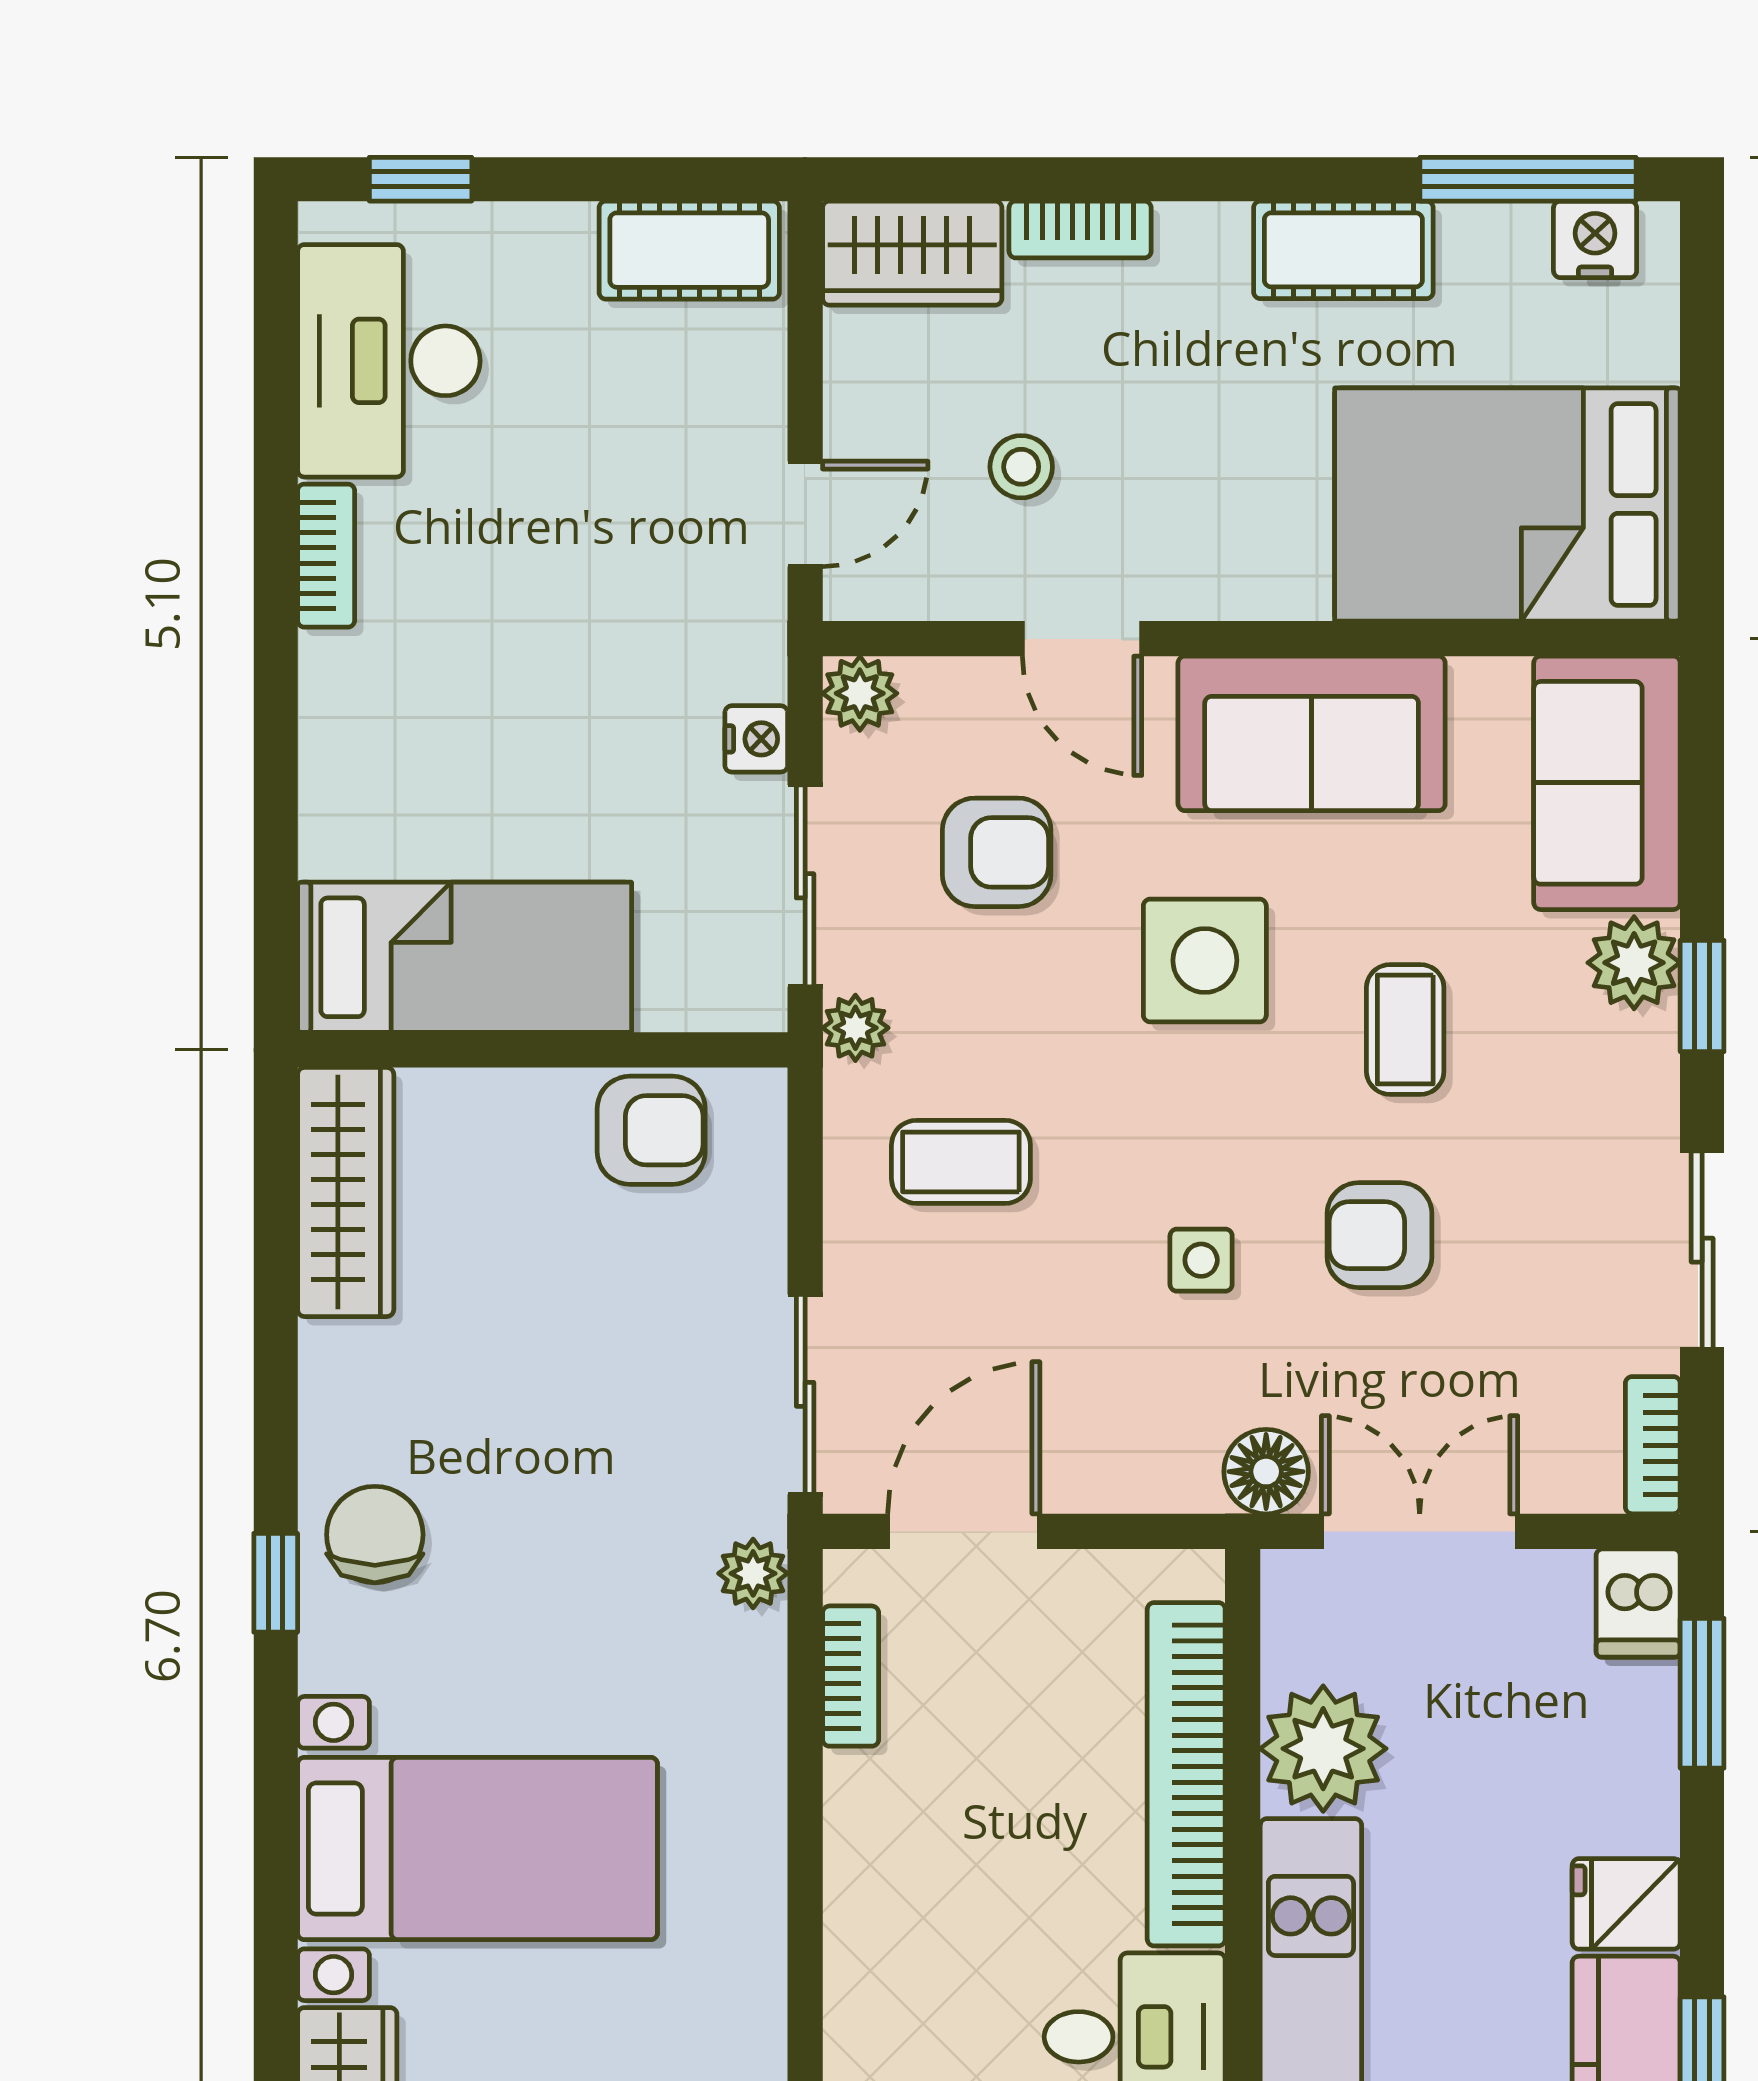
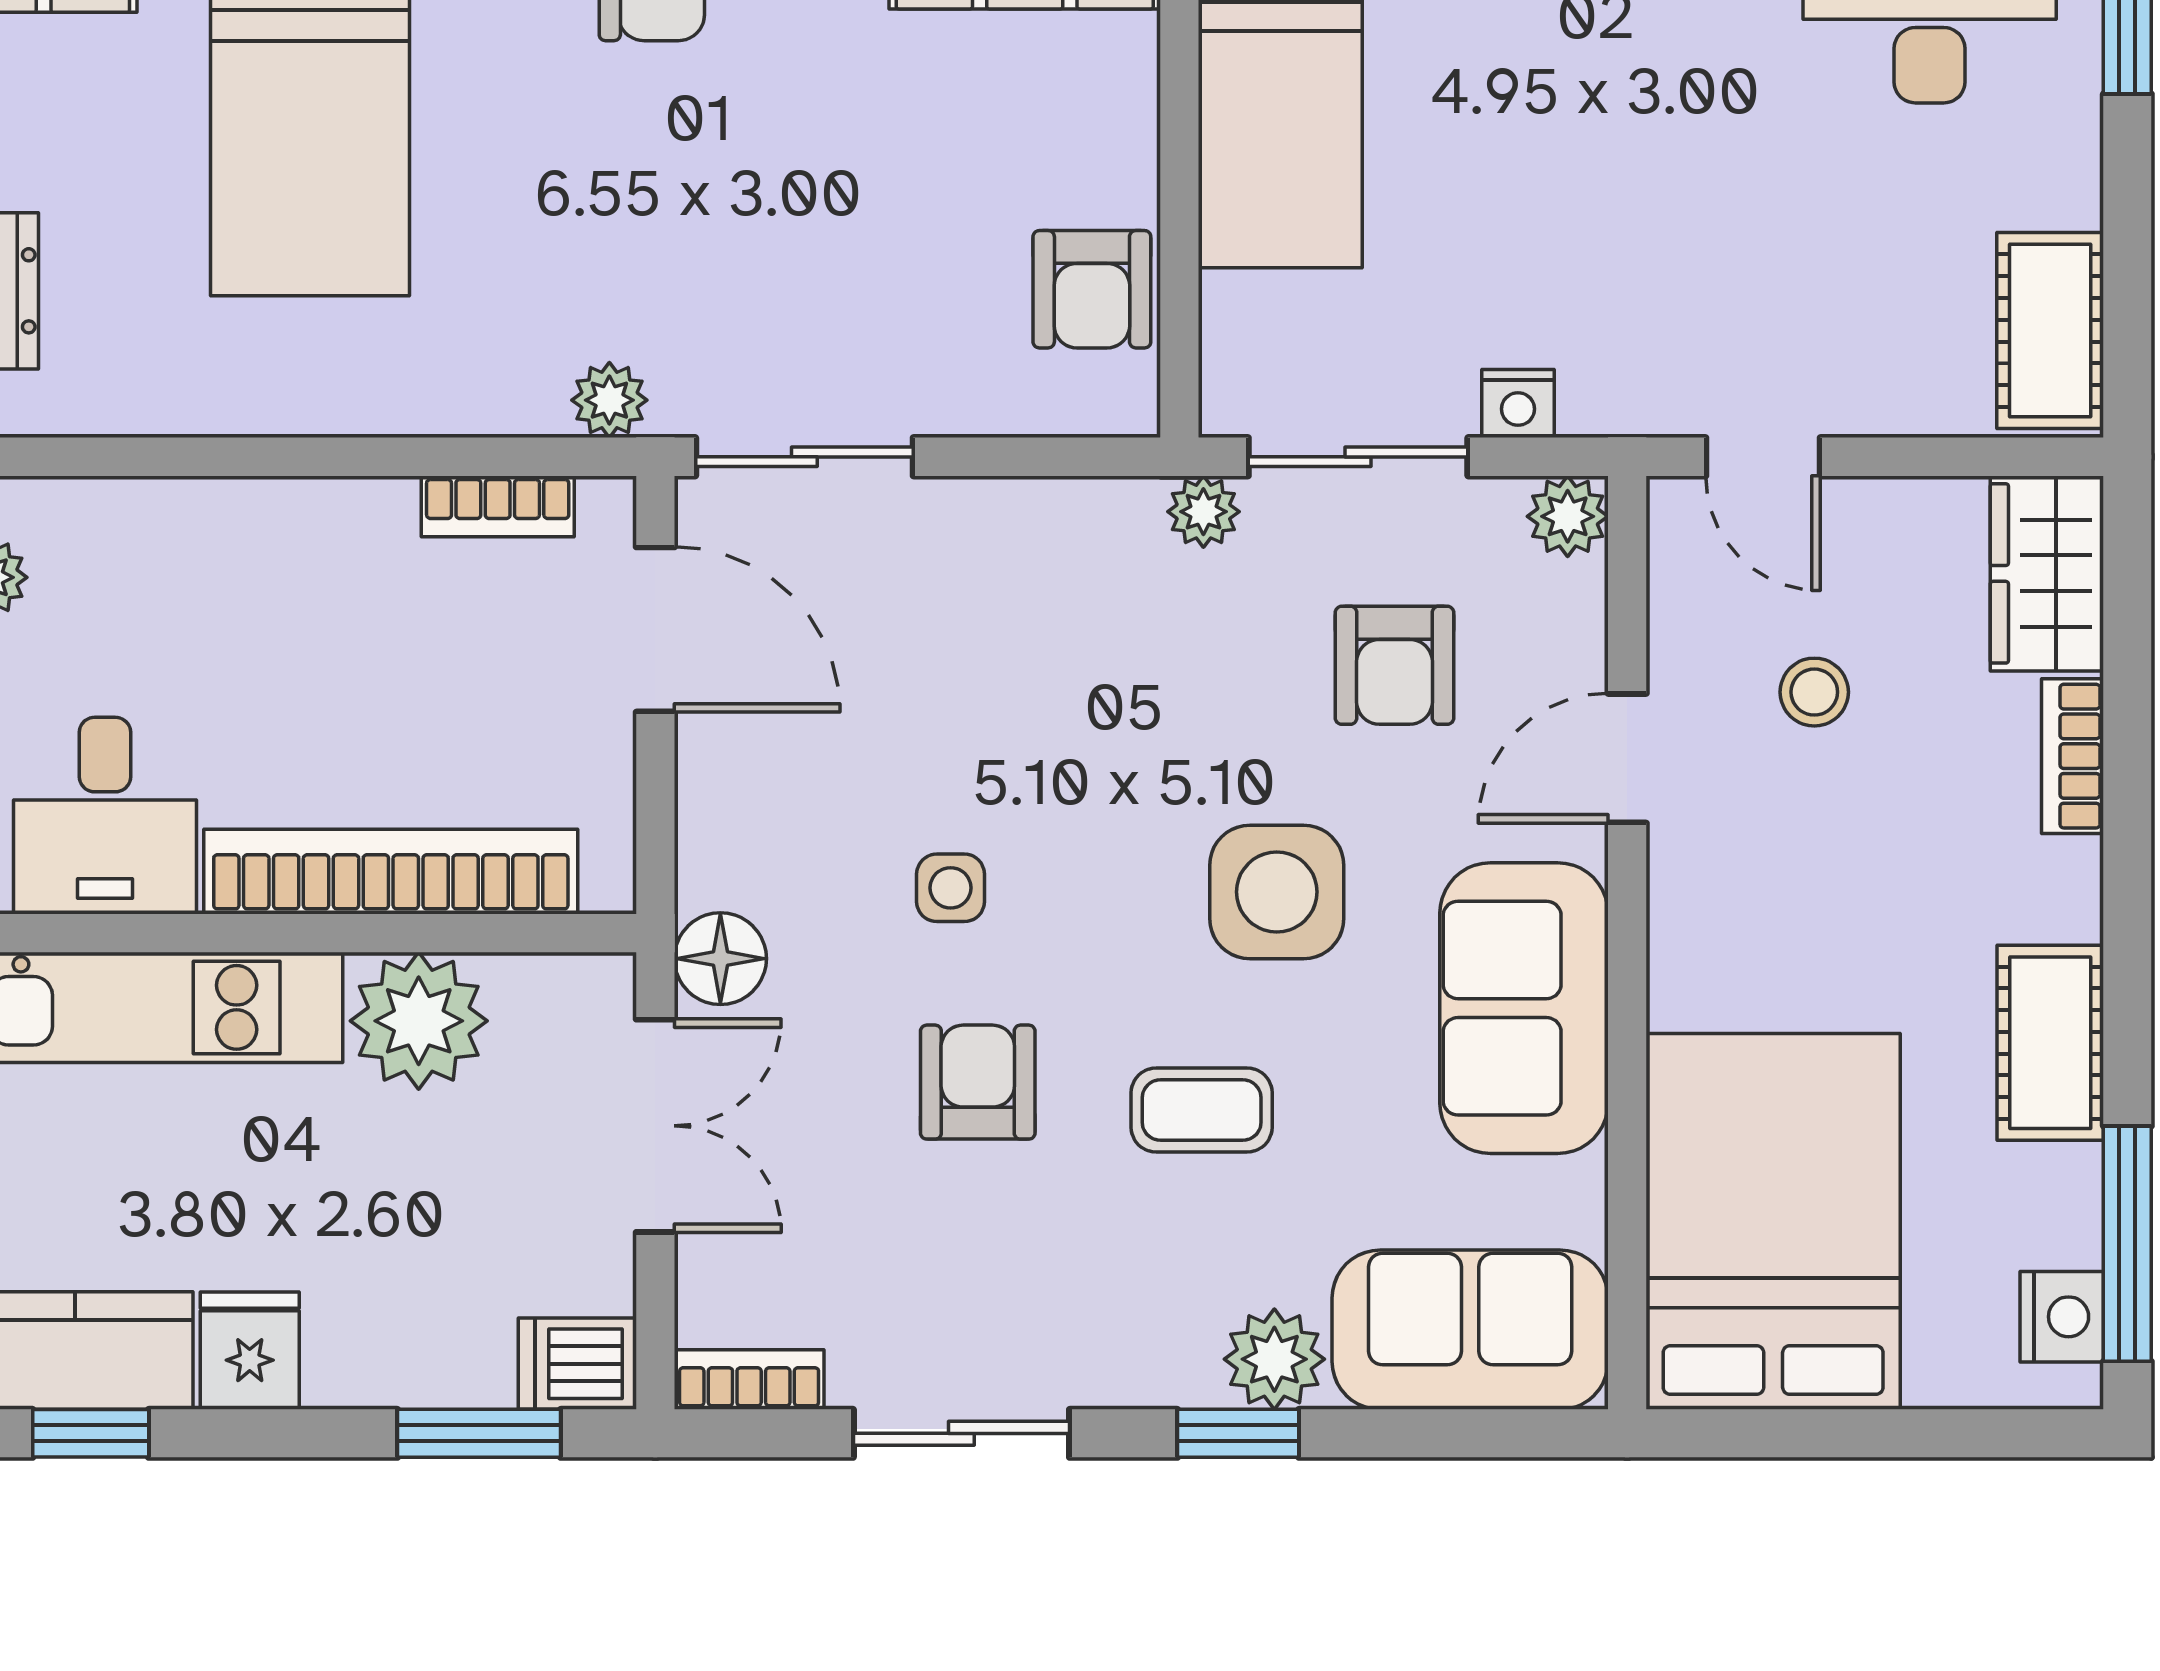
coffee table: (961, 1162) -> (1057, 626), removed

